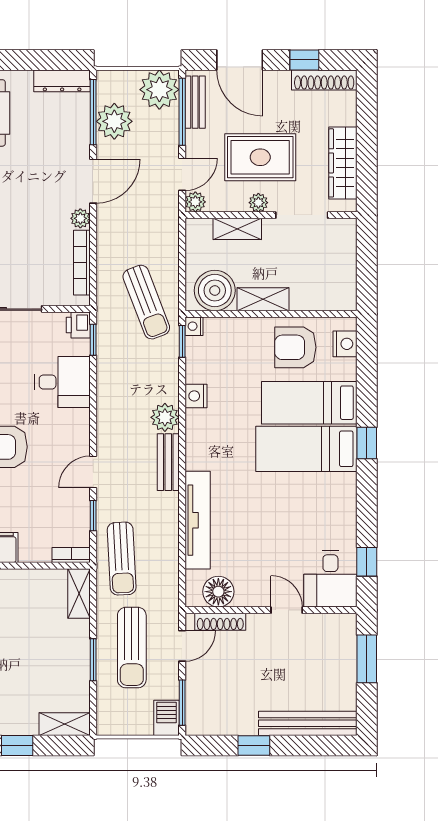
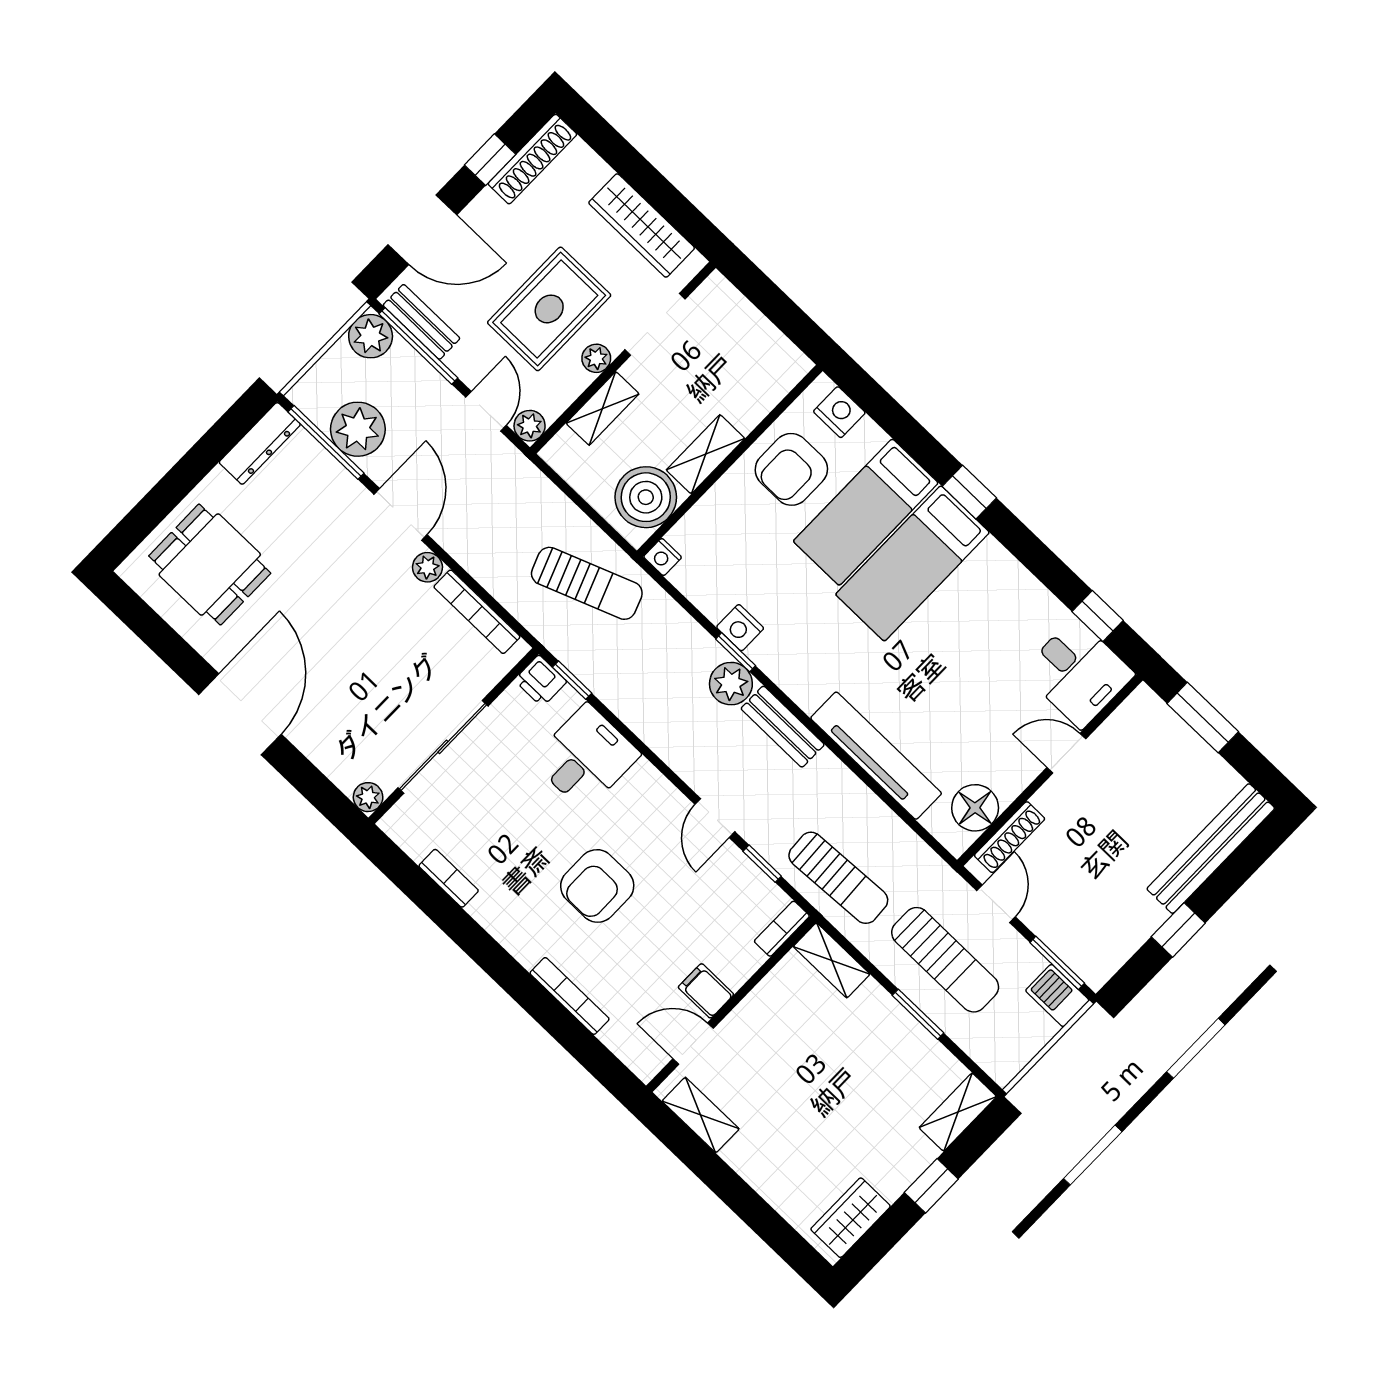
plant: (159, 90) -> (371, 336), width x0.73, depth x0.73
window: (182, 341) -> (736, 652), moved

